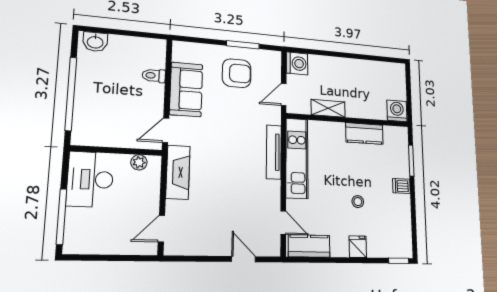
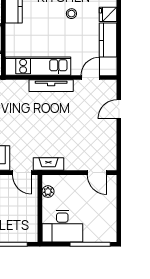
tv unit: (274, 152) -> (51, 86), moved
fireplace: (178, 172) -> (48, 164), width x0.73, depth x0.76
kitchen counter: (309, 246) -> (108, 40), moved

